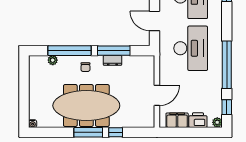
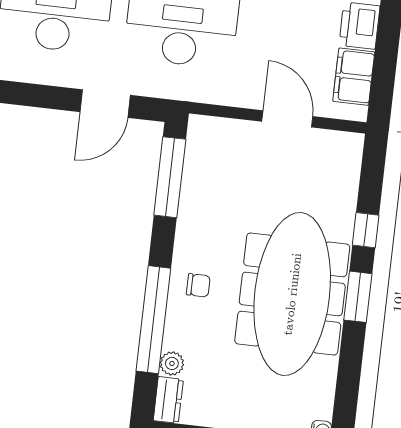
window: (114, 51) -> (170, 177), moved
dresser: (112, 60) -> (168, 400), moved
window: (88, 132) -> (358, 297), width x0.69

